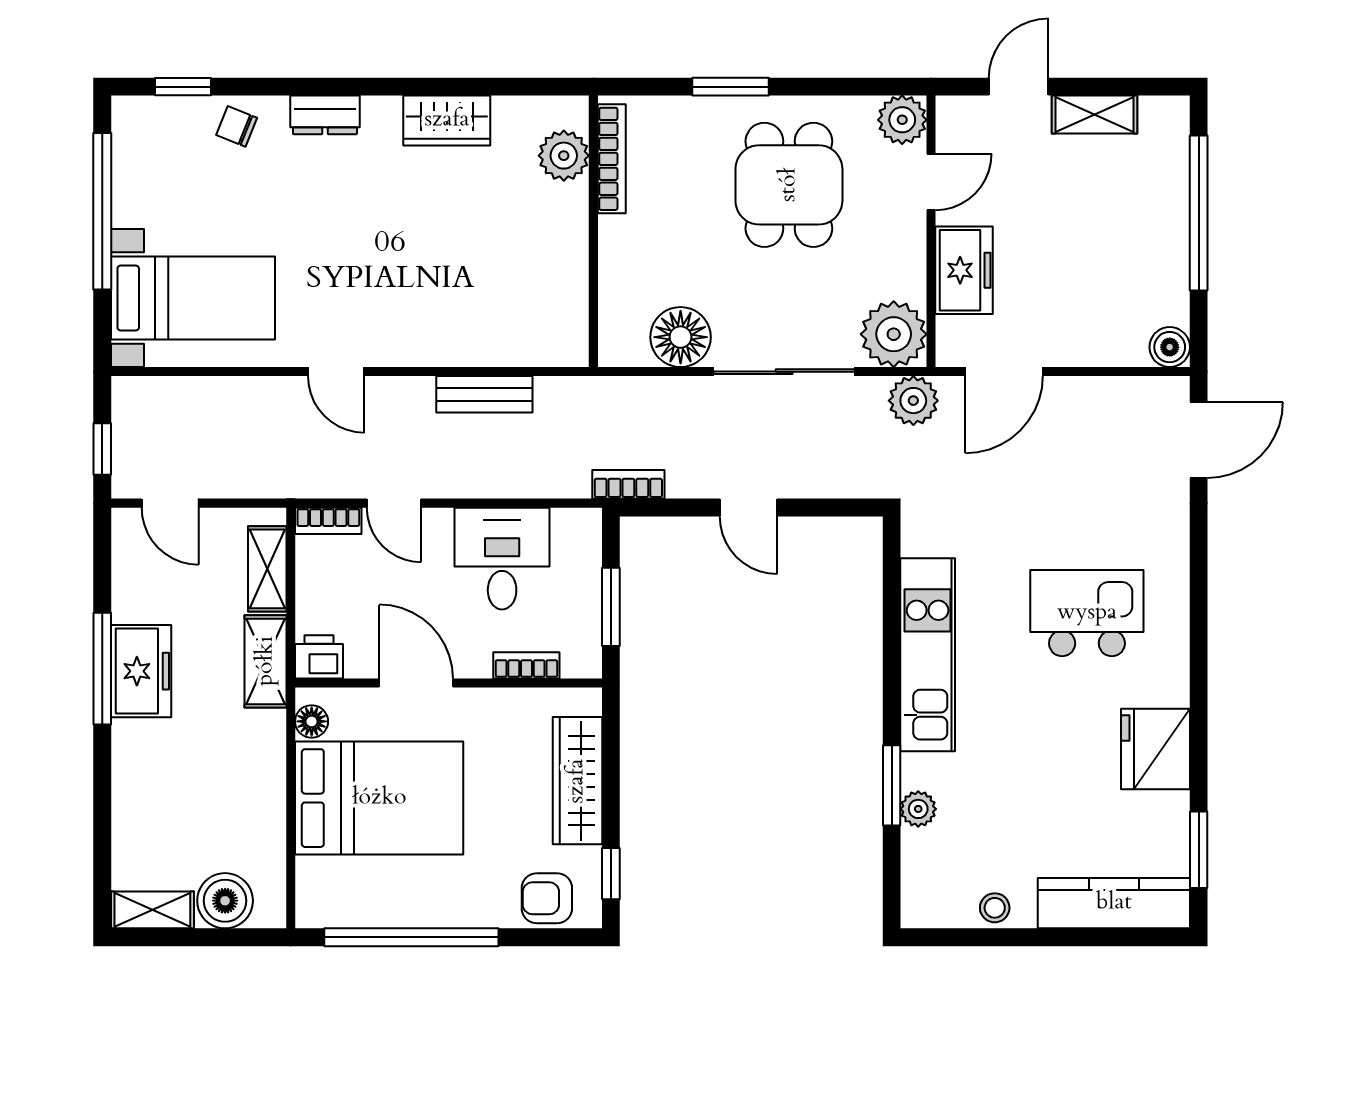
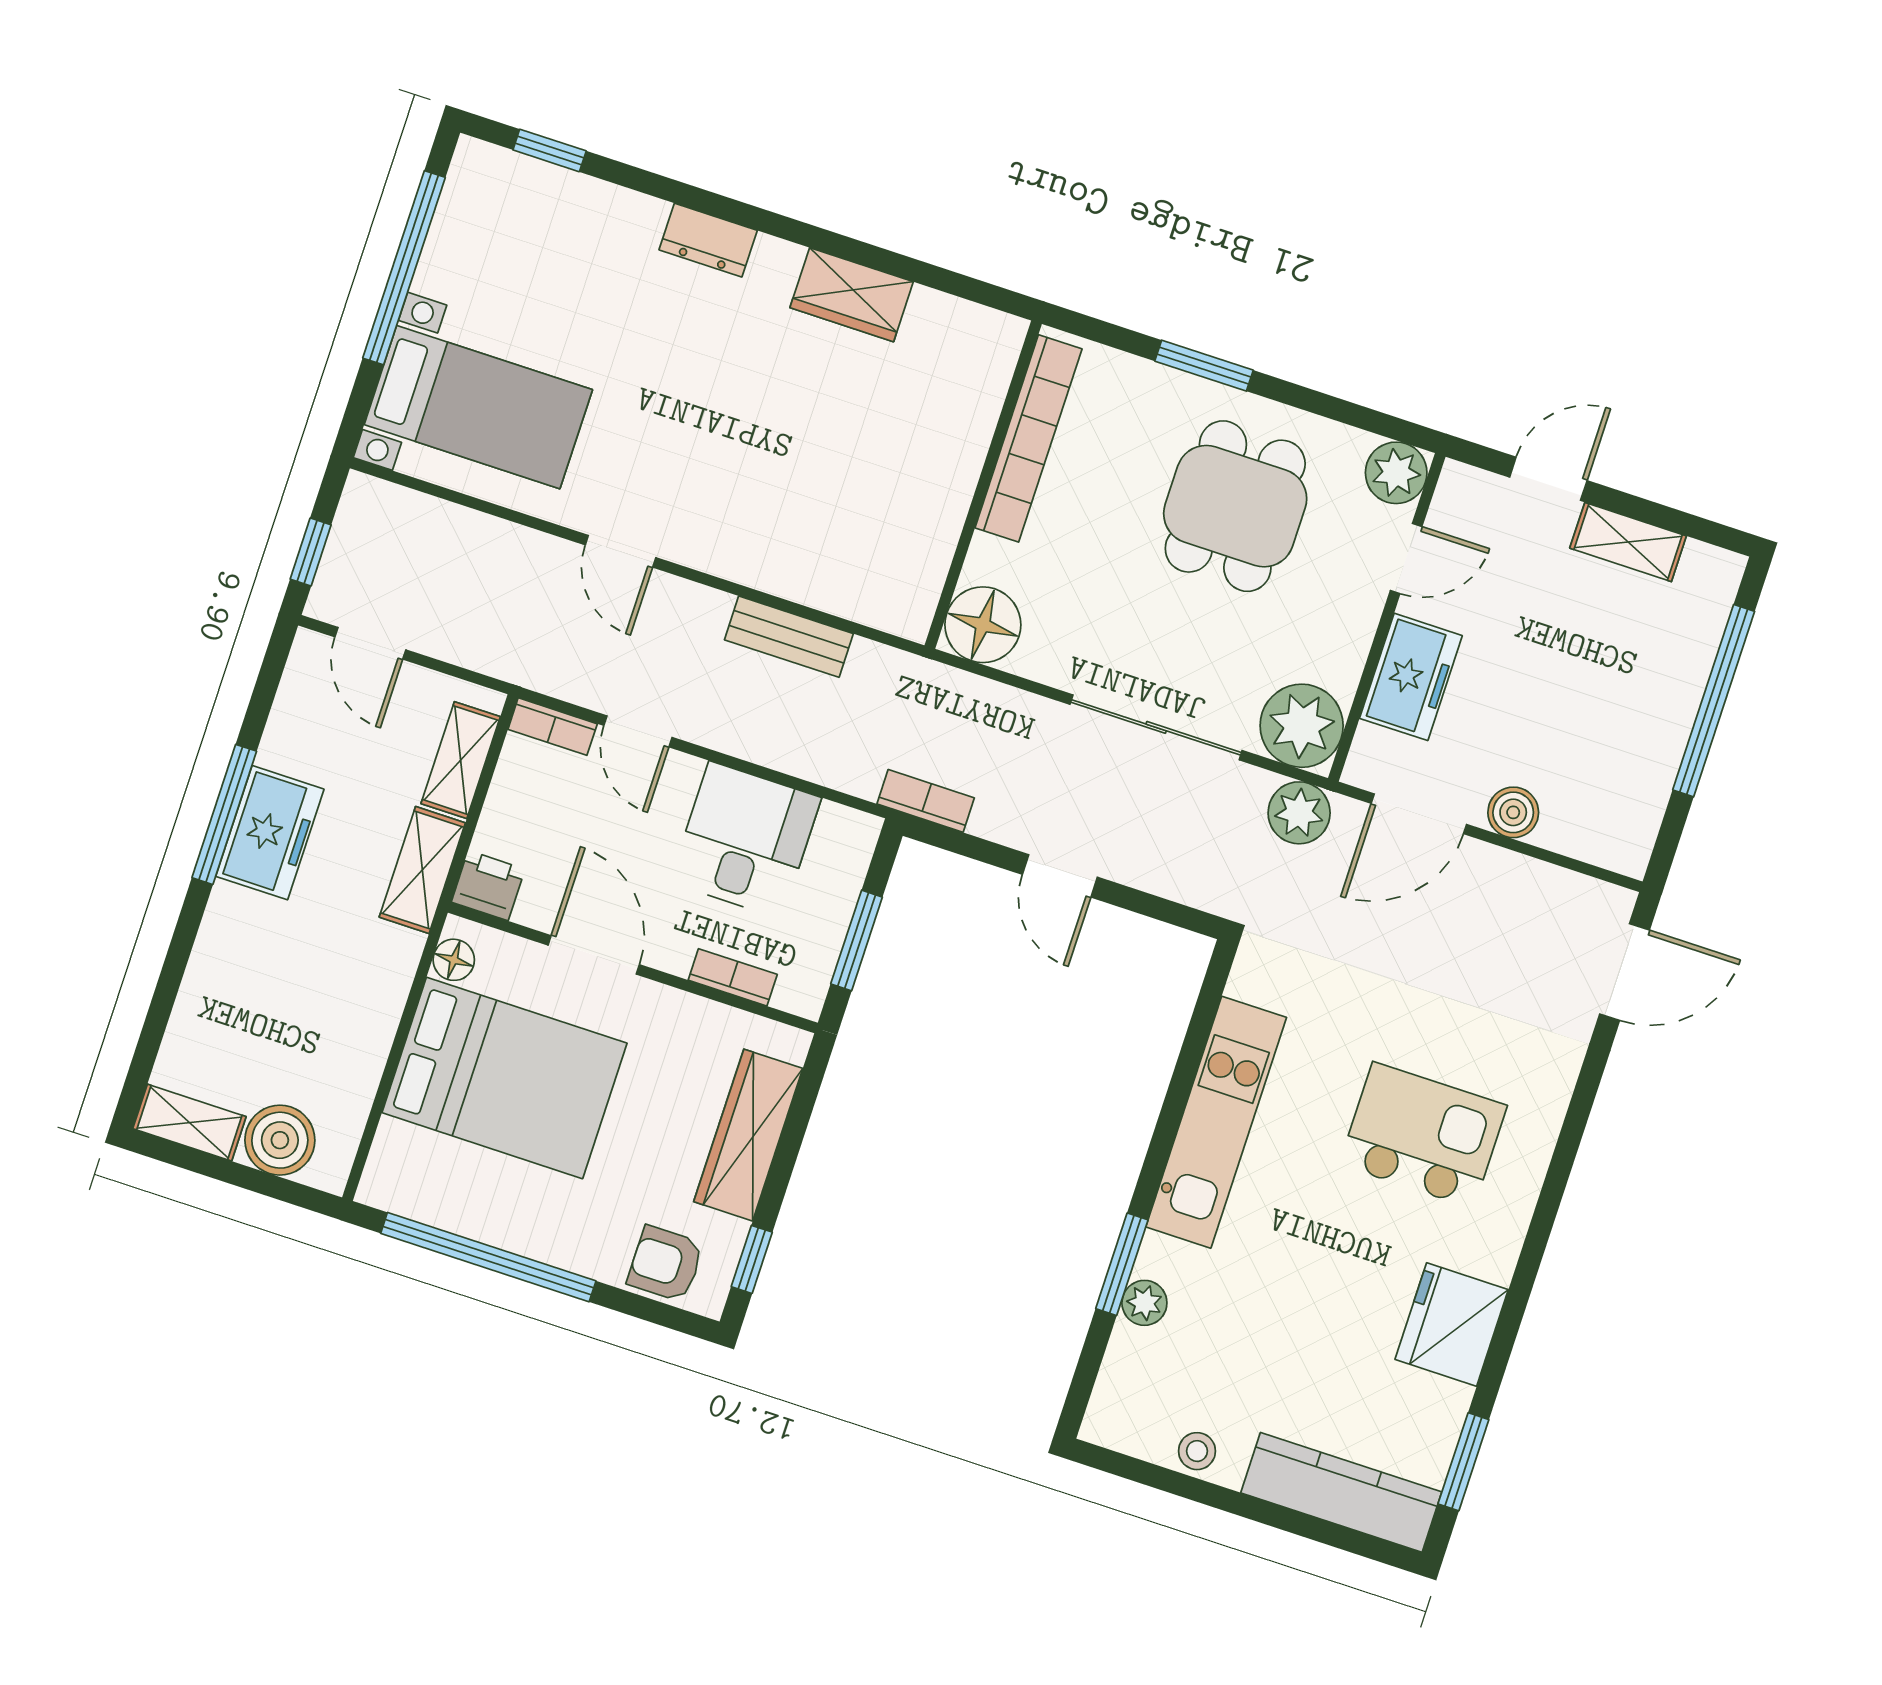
chair: (237, 126) -> (598, 219), removed
plant: (564, 156) -> (978, 383), removed
bookcase: (612, 159) -> (1029, 438), width x1.48, depth x1.31
floor lamp: (681, 337) -> (983, 625), moved
boiler: (1170, 347) -> (1513, 812), moved

